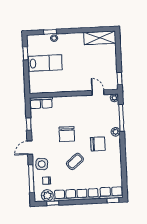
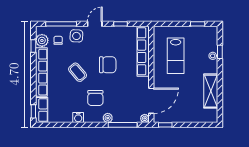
shelving: (100, 38) -> (211, 91), moved
lab bench: (45, 63) -> (176, 56), moved
door: (98, 93) -> (151, 101), width x1.88
row of seats: (41, 103) -> (143, 51), width x2.02
chair: (67, 134) -> (108, 65), turned 180
door: (30, 148) -> (95, 24), hinge flipped
water cooler: (116, 159) -> (78, 118), added

